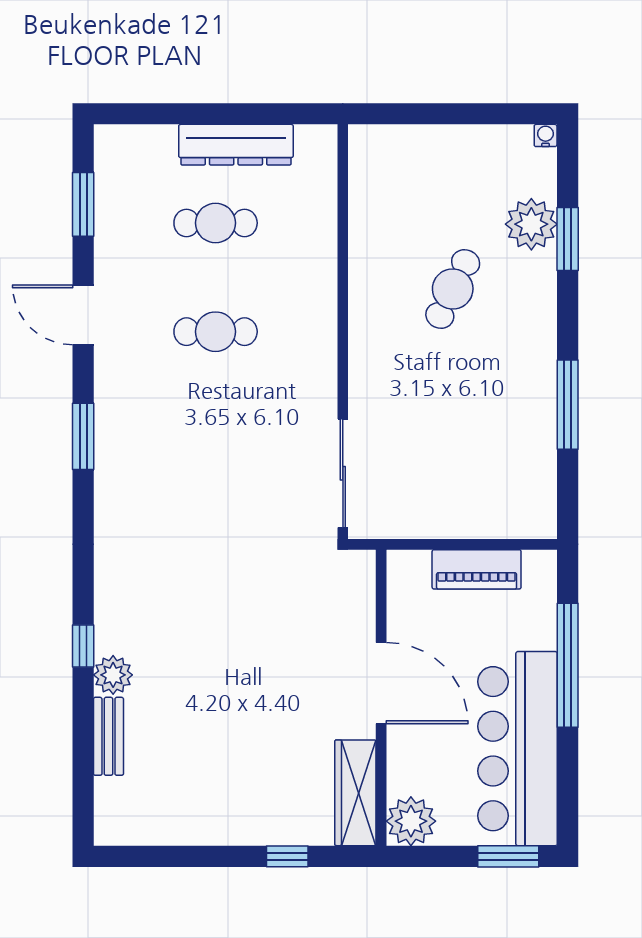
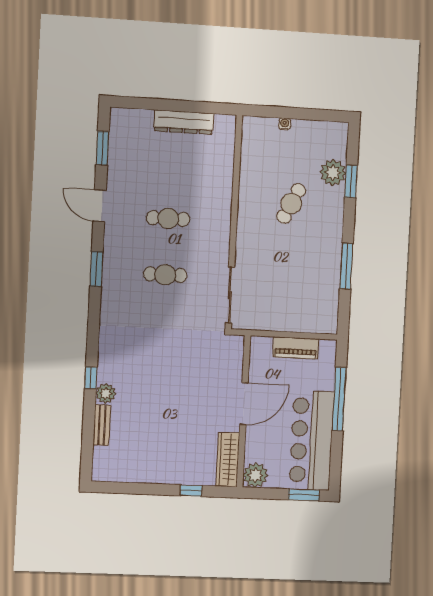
water cooler: (546, 135) -> (285, 124), moved
cafe table: (216, 223) -> (165, 275), moved
door: (381, 683) -> (244, 404), hinge flipped

